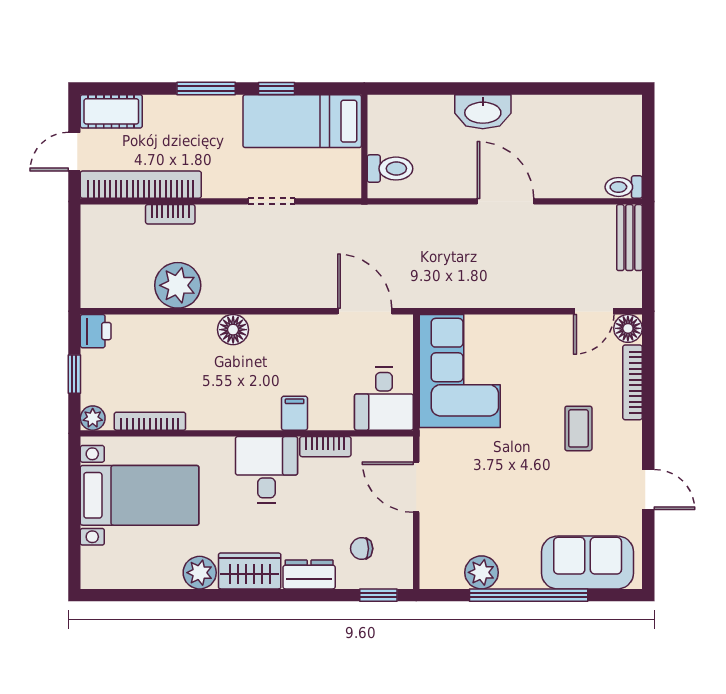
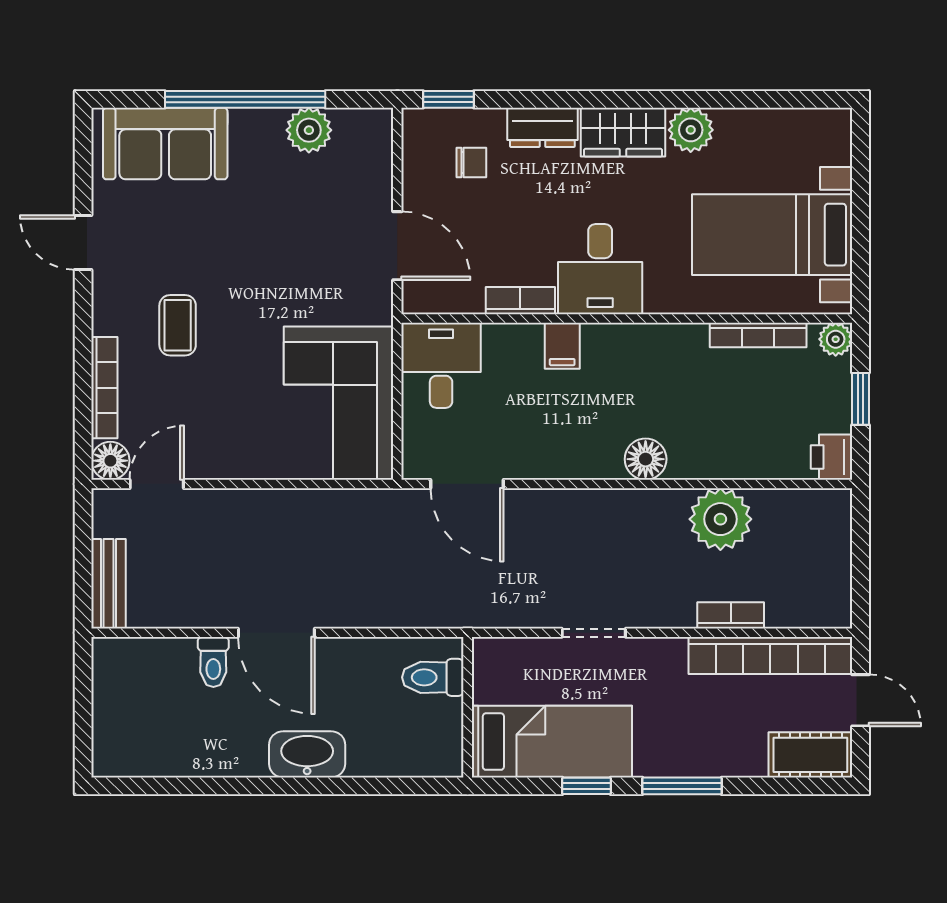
door: (74, 152) -> (860, 700), hinge flipped
toilet: (624, 187) -> (213, 662), moved, turned 90

